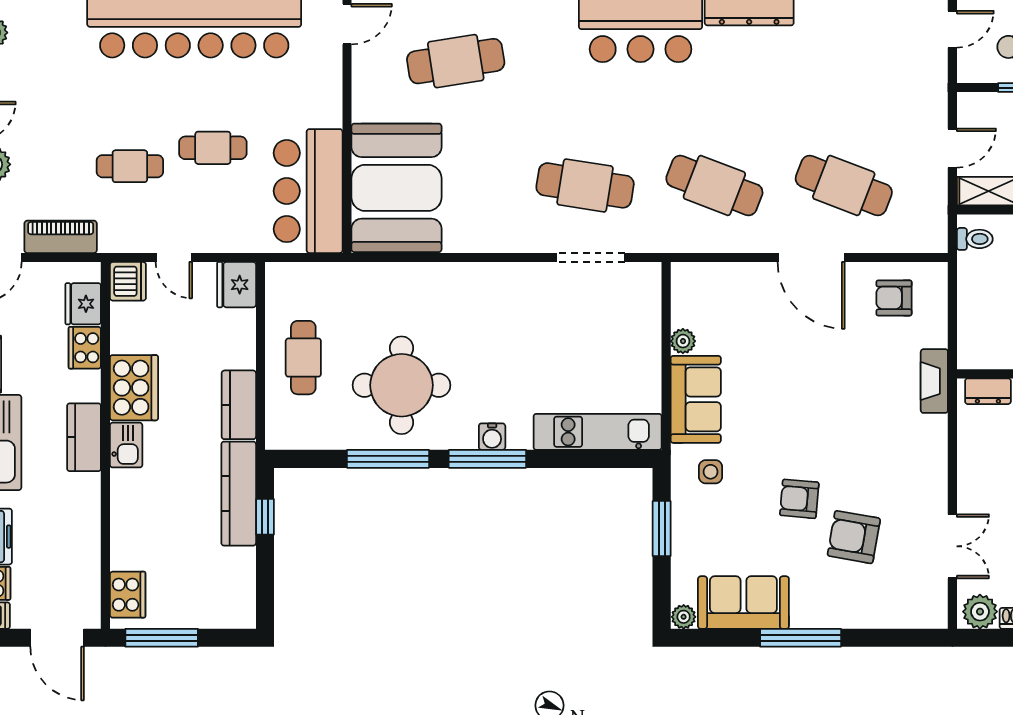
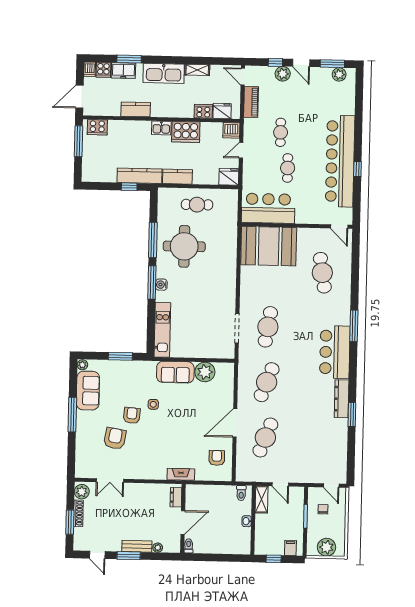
plant: (683, 341) -> (205, 372), width x1.87, depth x1.87
kitchen counter: (84, 437) -> (136, 109), moved
side table: (711, 472) -> (153, 404), moved

